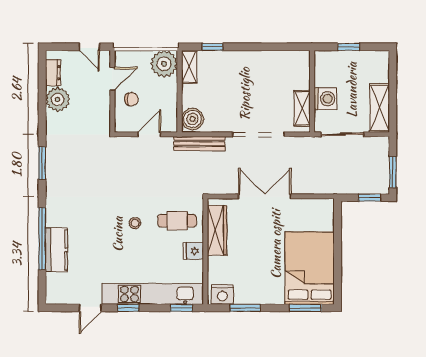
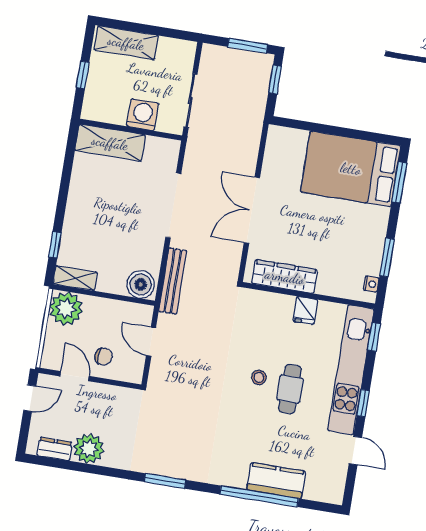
chair: (131, 99) -> (104, 357), turned 90
shelving: (302, 108) -> (110, 143), moved, width x1.50, depth x1.33
shelving: (380, 108) -> (126, 43), moved
cafe table: (177, 221) -> (290, 389), moved
nightstand: (222, 295) -> (371, 284), width x0.53, depth x0.56

